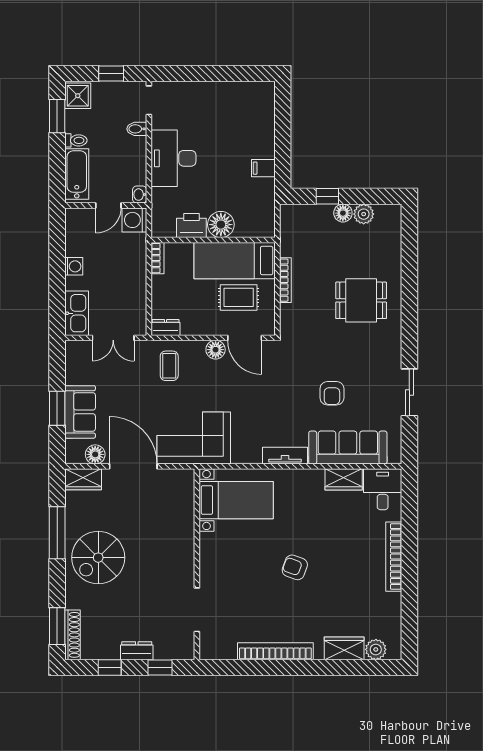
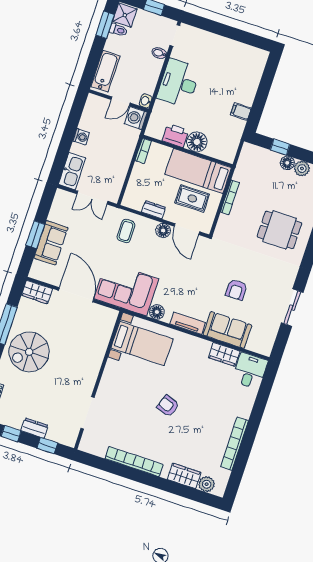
toilet: (76, 140) -> (118, 30), moved
dresser: (166, 327) -> (154, 210), moved
sofa: (348, 448) -> (227, 330), width x0.73
floor lamp: (95, 454) -> (157, 312), moved
bookcase: (394, 557) -> (235, 444), moved

